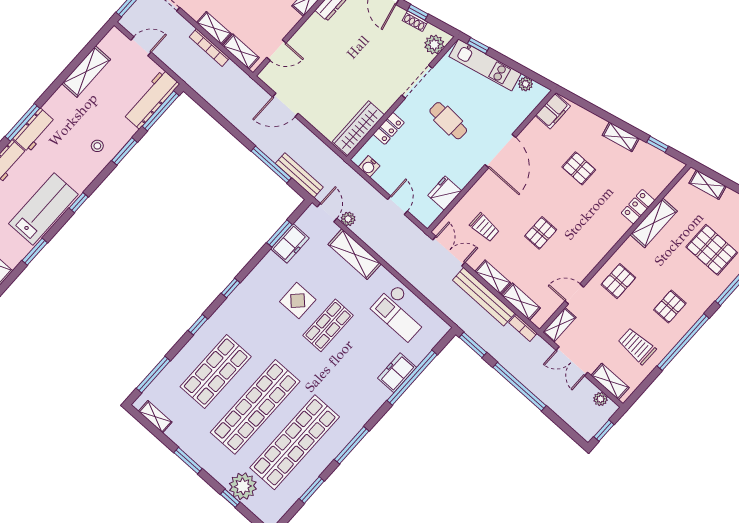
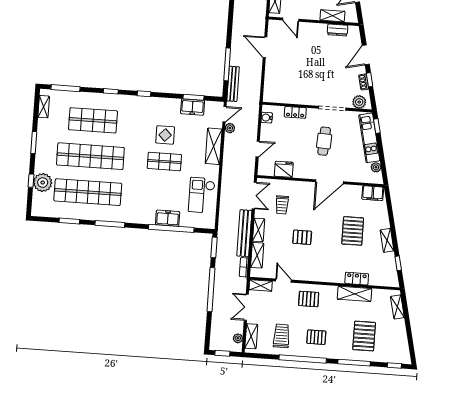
wardrobe: (358, 128) -> (283, 96), removed
pallet: (579, 168) -> (353, 231), width x1.50, depth x1.42

